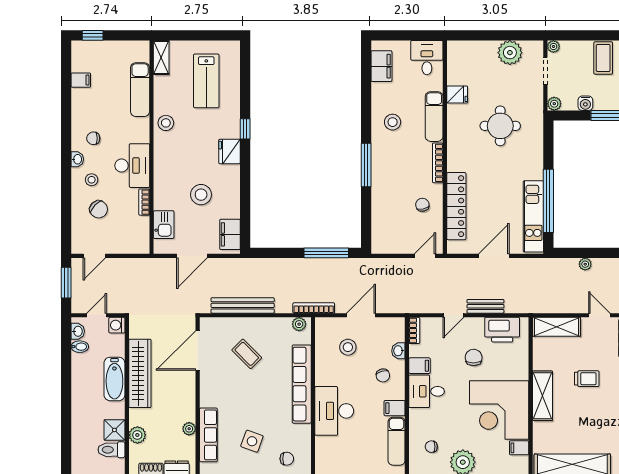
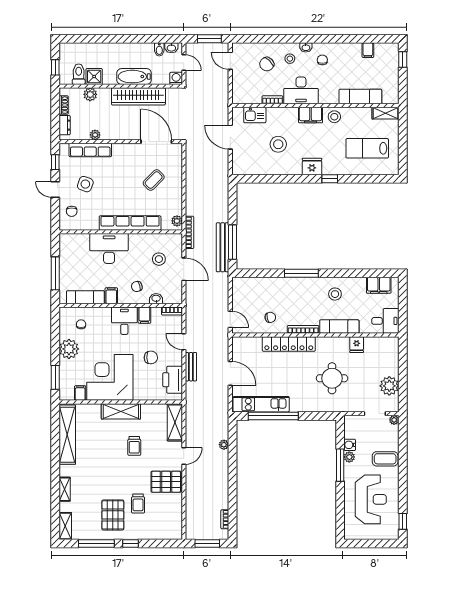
plant: (554, 104) -> (349, 457), moved
locker: (456, 206) -> (289, 344), moved
filing cabinet: (230, 234) -> (310, 115), moved, turned 180
bench: (243, 305) -> (223, 247), moved

